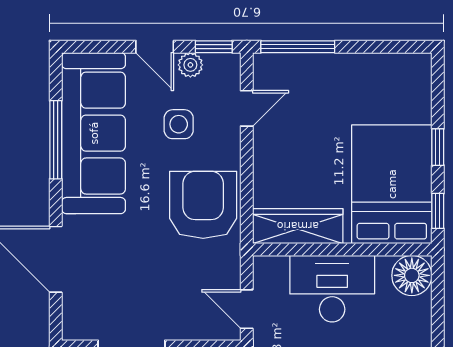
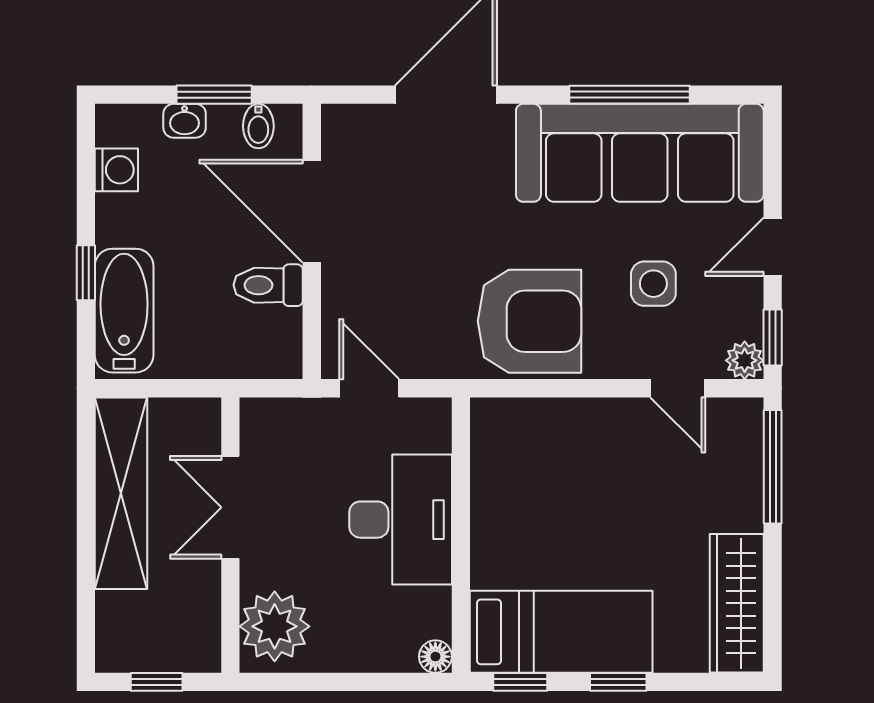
plant: (190, 65) -> (745, 360), moved
bed: (392, 184) -> (561, 632), width x0.67
wardrobe: (298, 226) -> (737, 603), moved, turned 180
floor lamp: (412, 275) -> (435, 657), width x0.53, depth x0.53
door: (247, 309) -> (369, 388), hinge flipped

